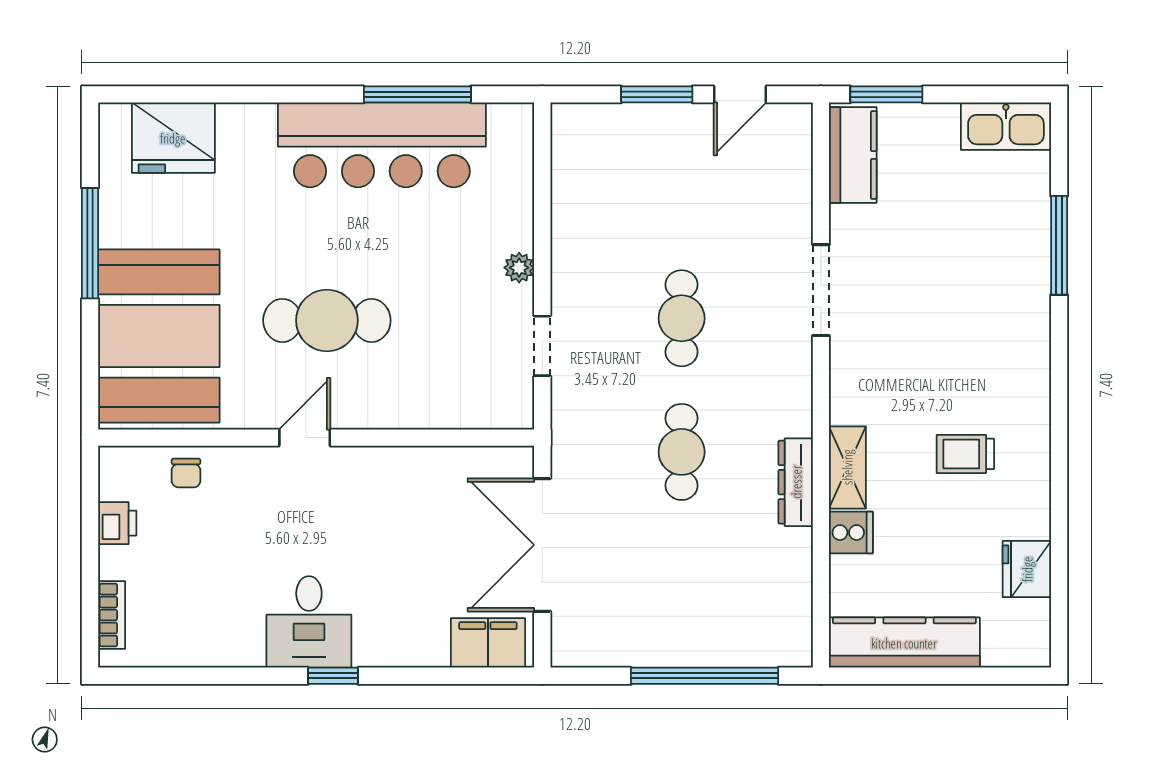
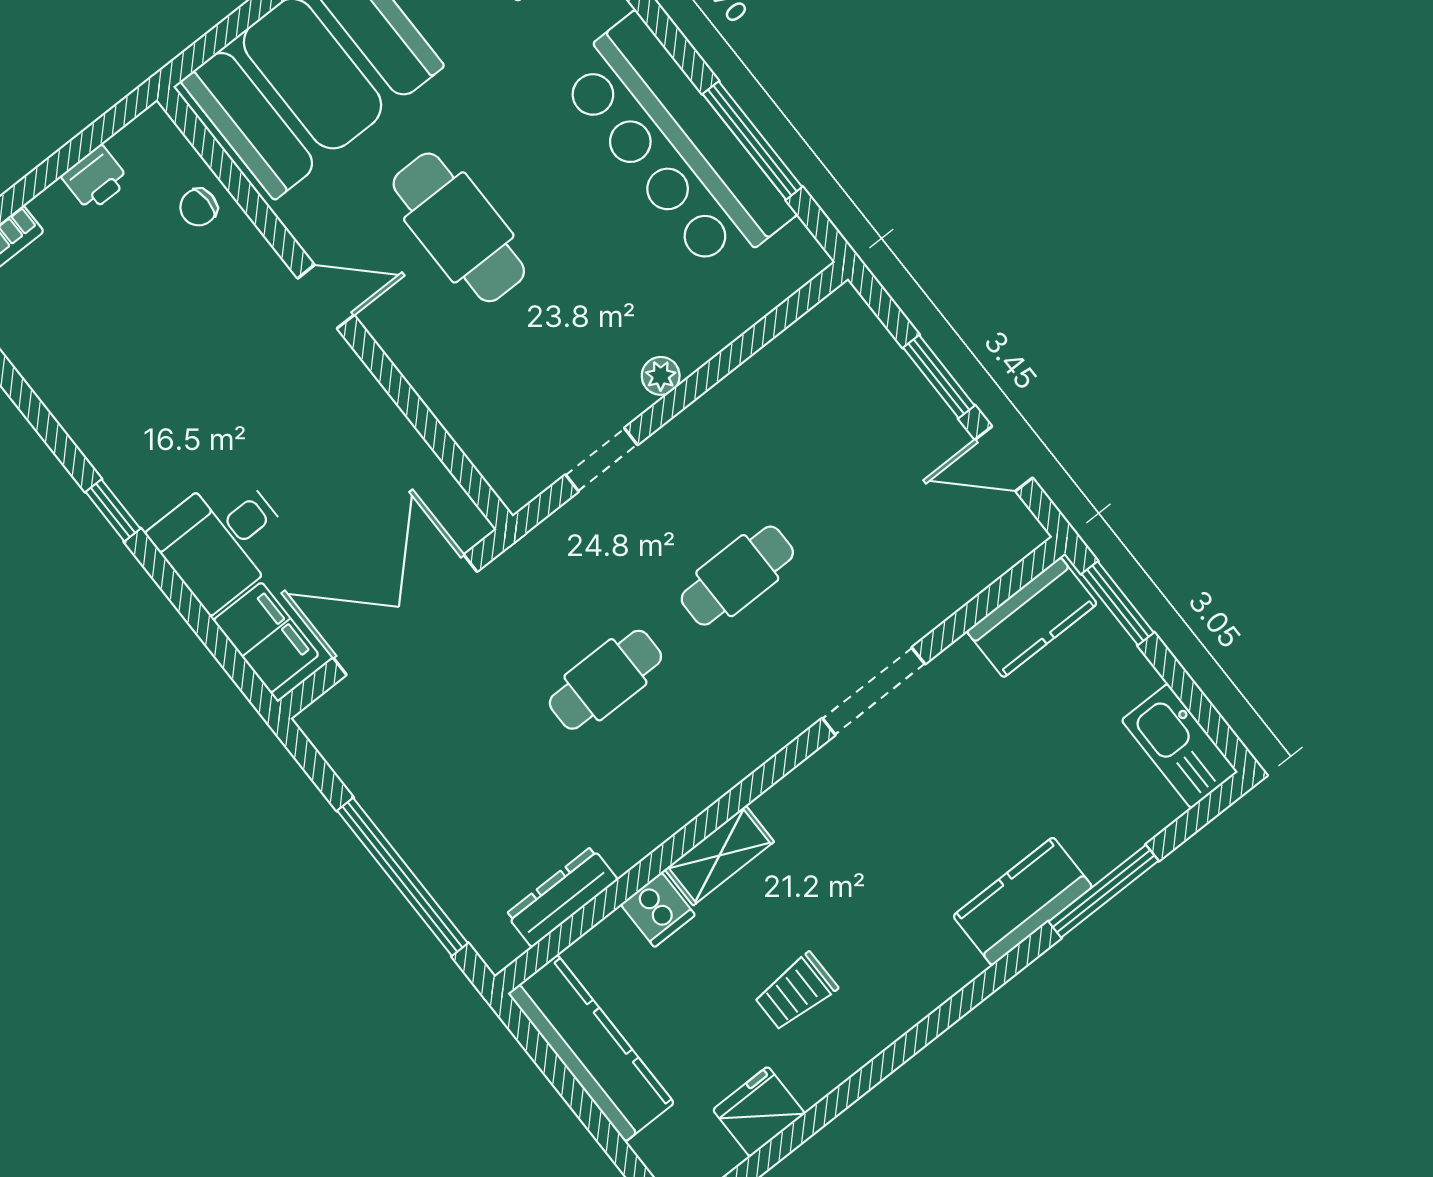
kitchen counter: (1026, 301) -> (1023, 901), added
trolley: (965, 454) -> (796, 992), moved, turned -90
dresser: (796, 482) -> (562, 897), moved
desk: (309, 622) -> (222, 539), moved

